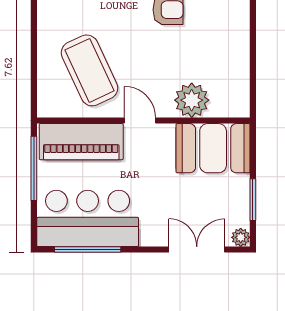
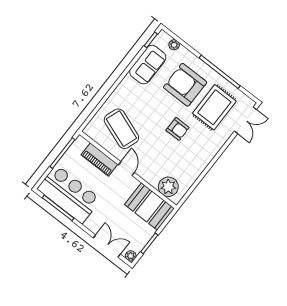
coffee table: (89, 70) -> (121, 129), turned -45
plant: (192, 100) -> (168, 187), moved
piano: (81, 142) -> (99, 160), width x0.73, depth x0.75

